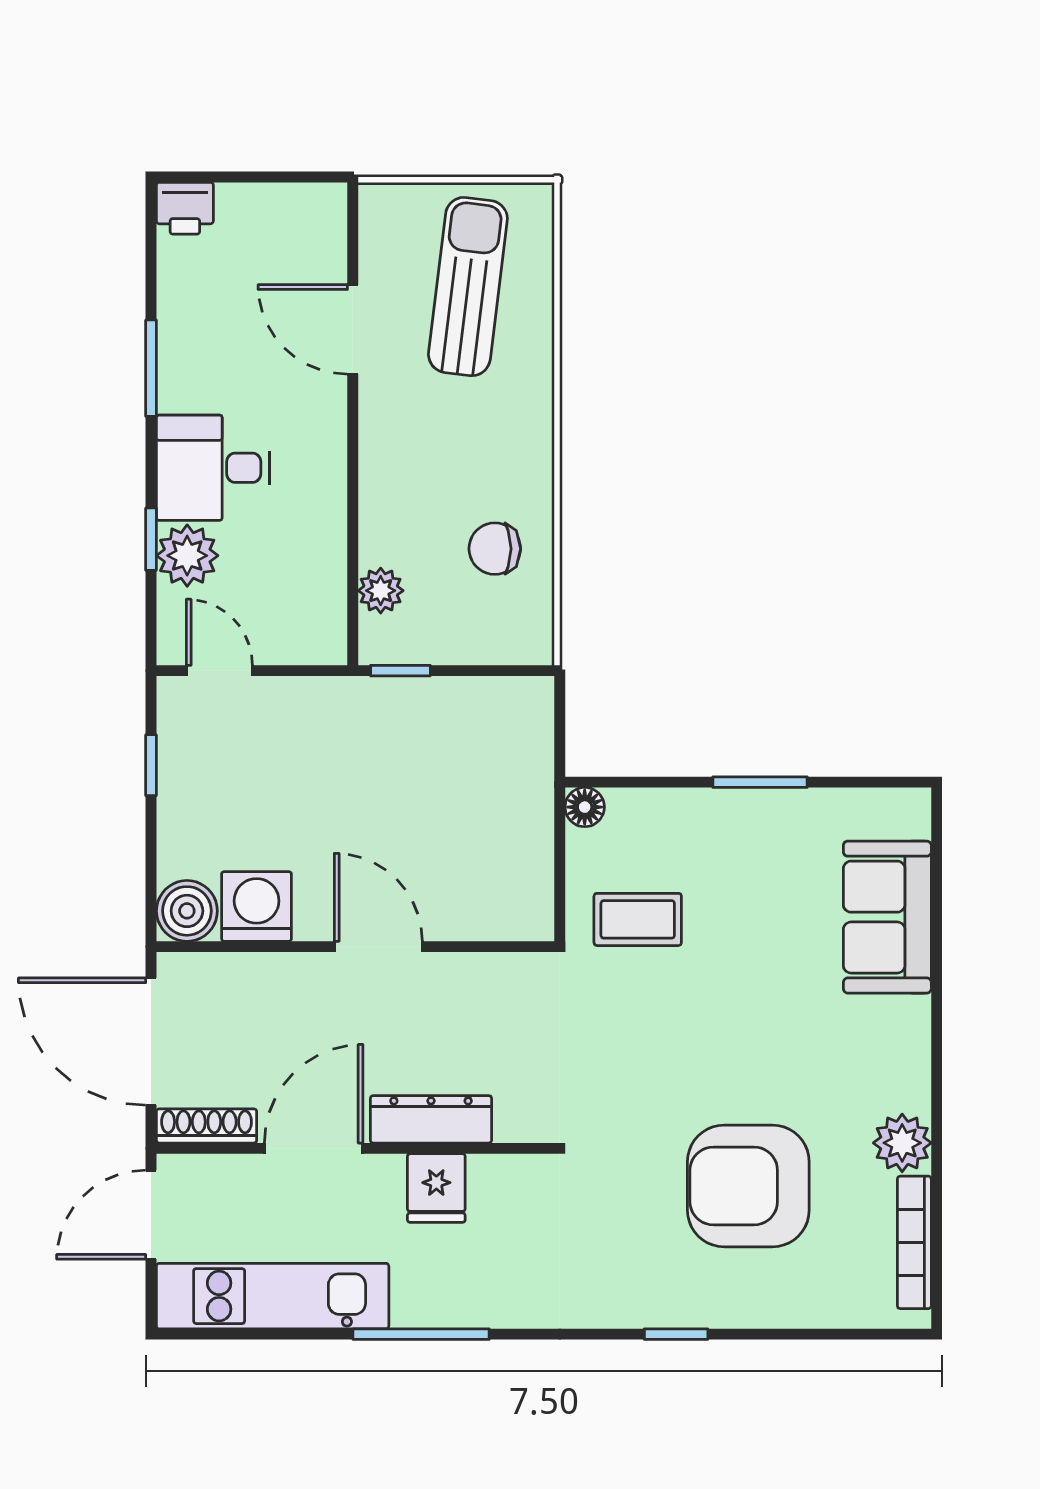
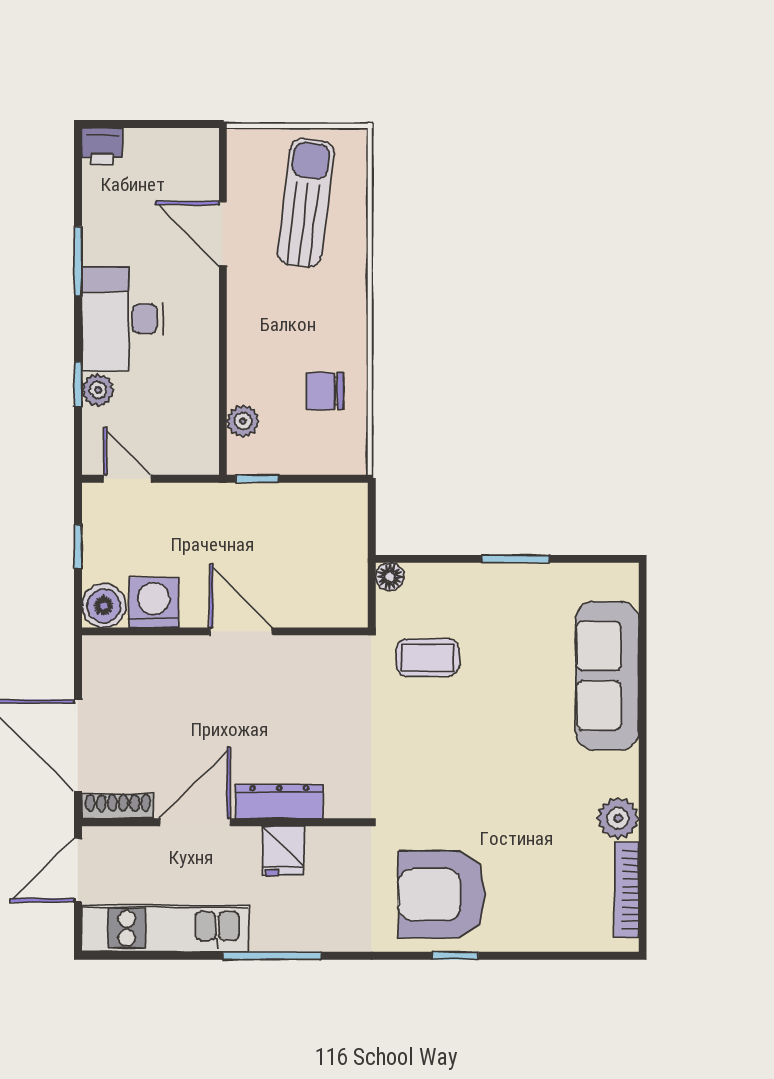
desk: (213, 468) -> (123, 319), width x1.37
plant: (187, 556) -> (98, 390), width x0.73, depth x0.73
washing machine: (257, 906) -> (154, 603), moved
boiler: (187, 911) -> (104, 606), moved
sofa: (887, 917) -> (607, 676), width x1.36
wall: (355, 947) -> (225, 631), moved
door: (378, 947) -> (241, 631), moved
armchair: (748, 1186) -> (442, 895), moved

